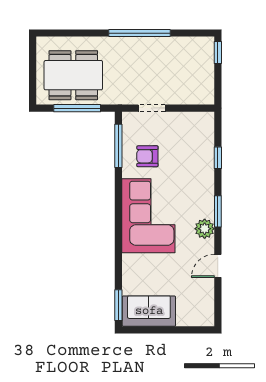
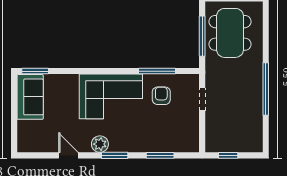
window: (218, 53) -> (228, 155), moved
window: (118, 146) -> (157, 71), moved
window: (218, 158) -> (160, 155), width x1.50

